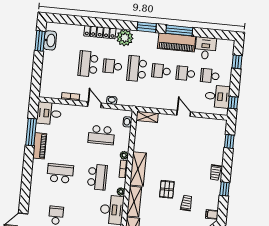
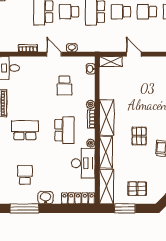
door: (184, 113) -> (134, 54), moved
school desk: (101, 135) -> (64, 85), width x0.54

